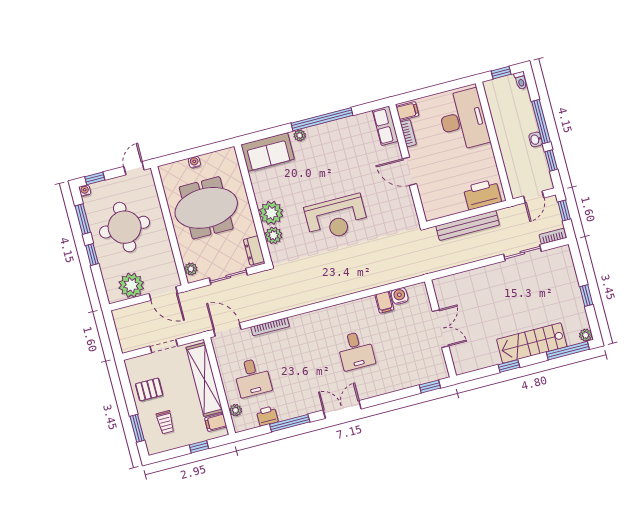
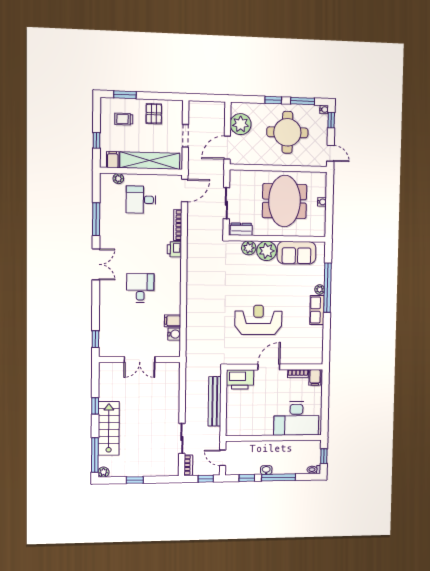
window: (322, 119) -> (328, 288), moved
row of seats: (385, 126) -> (317, 310), moved, turned -90
sofa: (268, 152) -> (297, 253), moved, turned -90
printer: (482, 194) -> (240, 379), moved, turned 90
reception desk: (336, 218) -> (258, 320), moved, turned 90
plant: (191, 269) -> (240, 175), removed
desk: (356, 351) -> (140, 288), turned 90
printer: (267, 416) -> (174, 249), moved, turned 180

